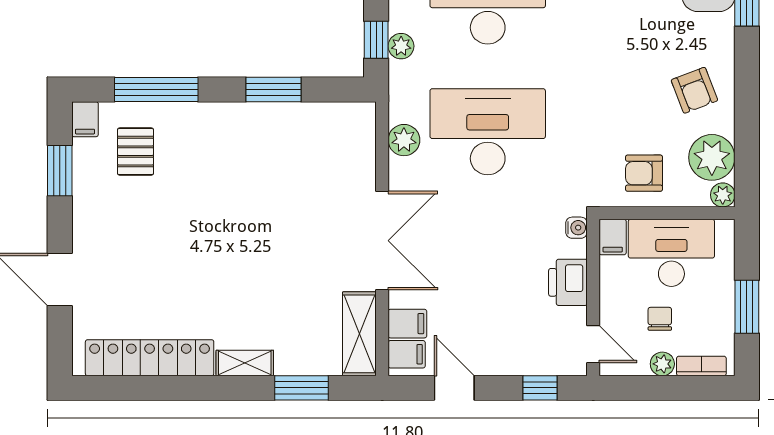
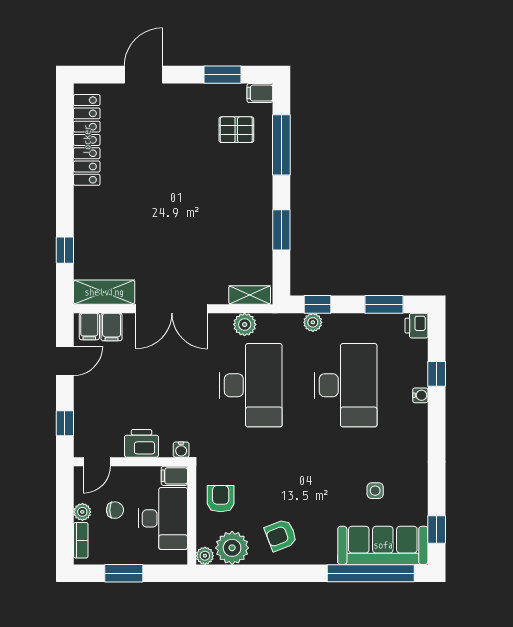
shelving: (245, 363) -> (250, 295), moved, turned 90
window: (302, 388) -> (65, 250), width x0.67

